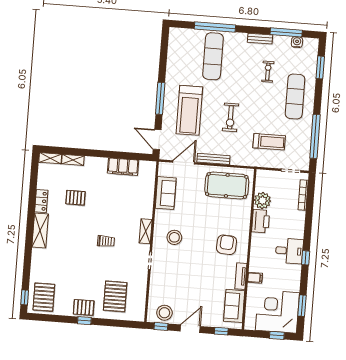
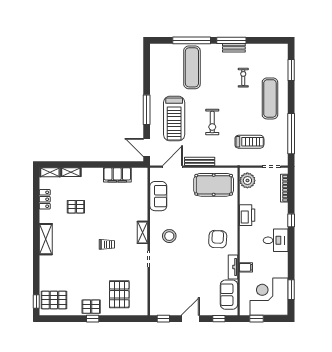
window: (286, 32) -> (231, 40), moved
water cooler: (297, 42) -> (268, 49), removed
locker: (41, 201) -> (45, 199), moved
plant: (262, 201) -> (247, 180), moved
window: (306, 258) -> (291, 220), moved
pallet: (44, 297) -> (54, 300), turned 90
stool: (164, 313) -> (166, 306), removed
window: (277, 335) -> (257, 319), moved

